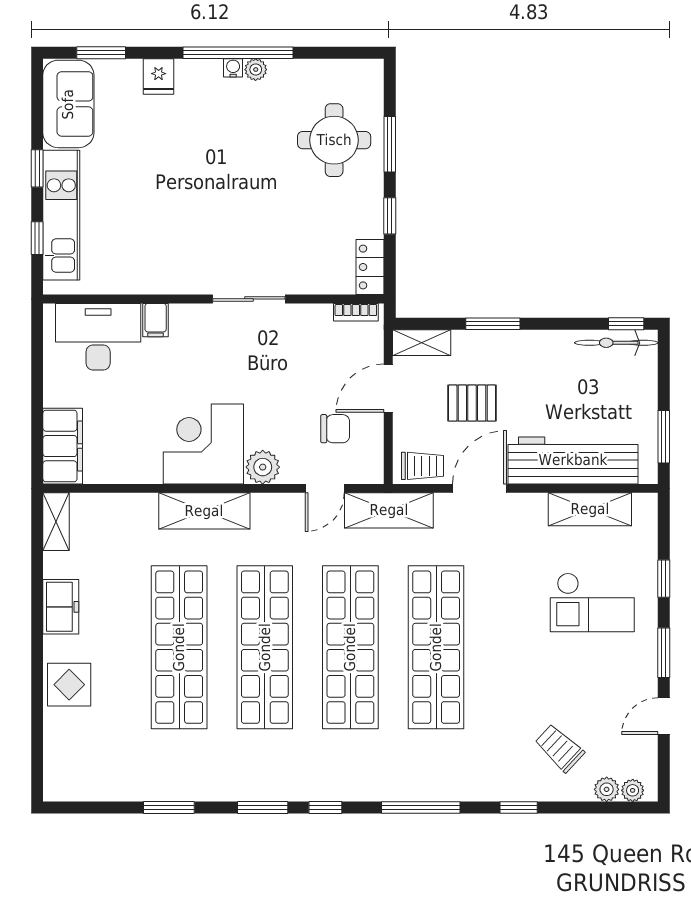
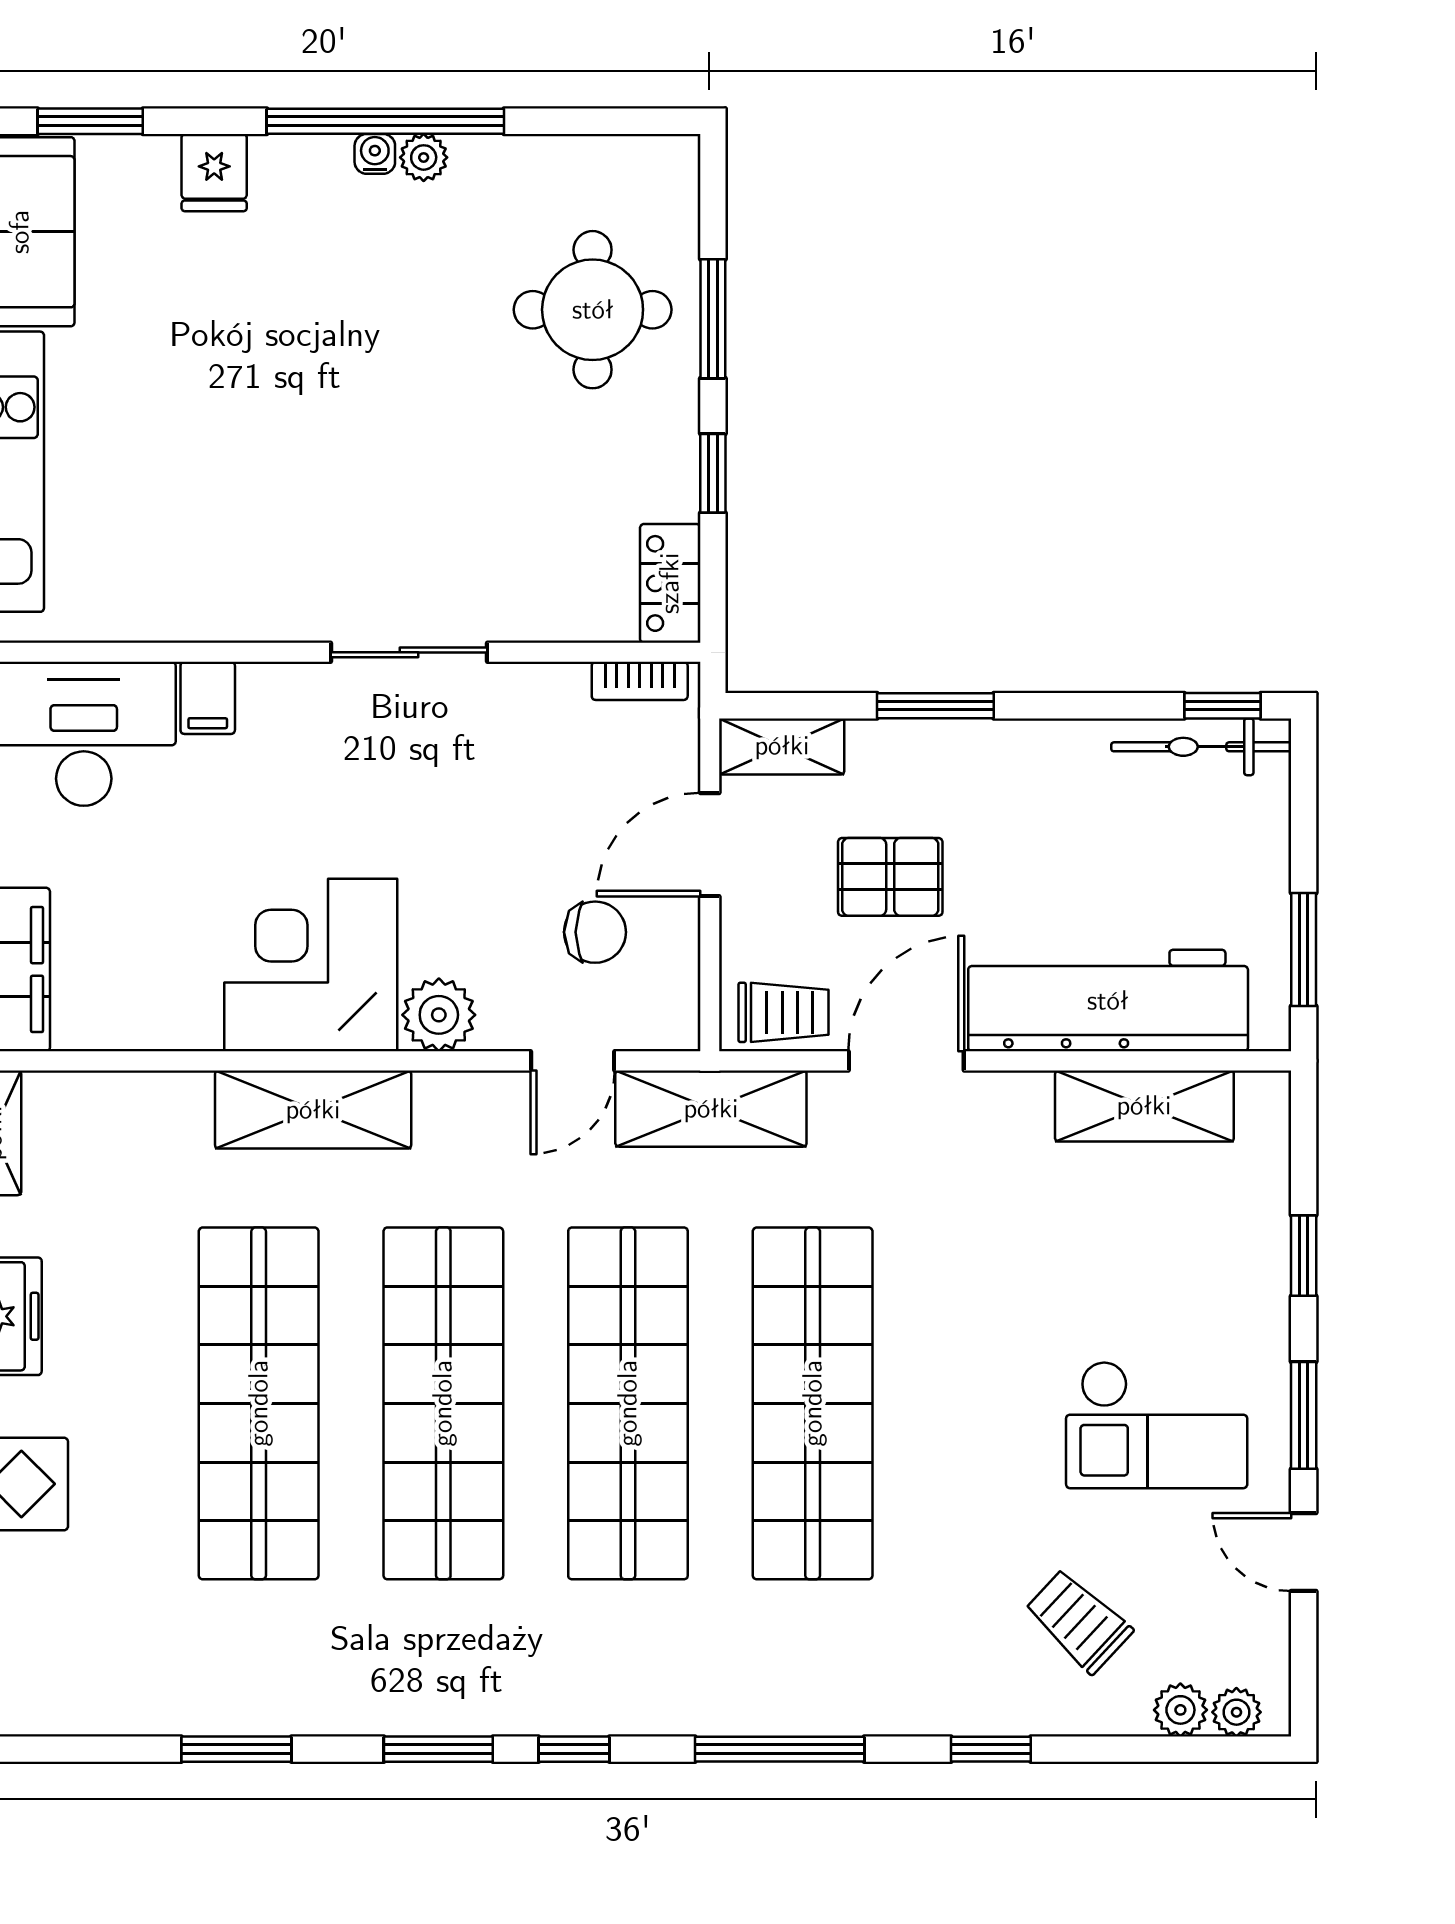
checkout: (592, 602) -> (1157, 1425), moved
door: (664, 716) -> (1304, 1552), hinge flipped

